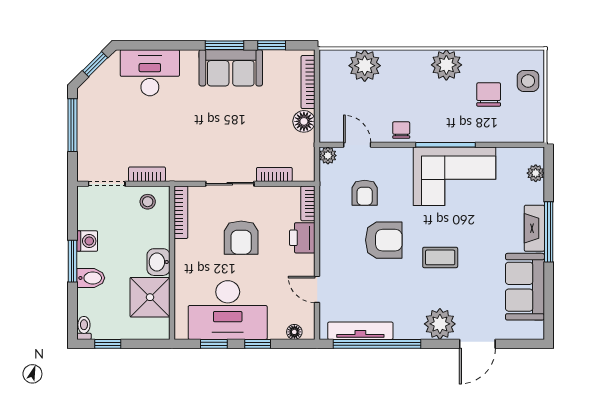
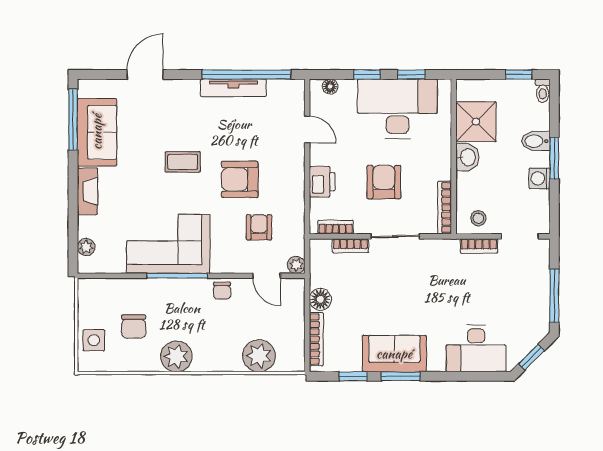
bookcase: (308, 203) -> (336, 227), moved, turned -90
window: (549, 232) -> (73, 120), moved
plant: (440, 324) -> (183, 95), removed
tv unit: (360, 331) -> (233, 88), moved

